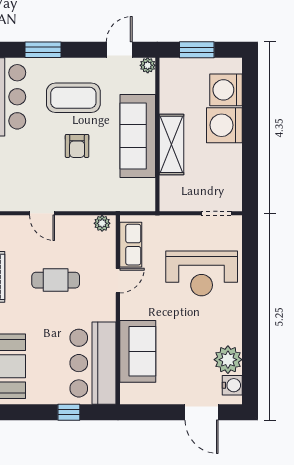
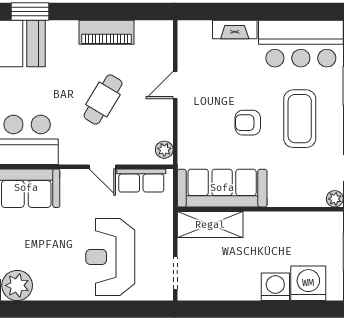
washing machine: (224, 125) -> (275, 287), width x0.73, depth x0.73
sofa: (138, 136) -> (222, 188), moved
shelving: (171, 144) -> (210, 225), moved
cafe table: (56, 280) -> (103, 100), turned 31

